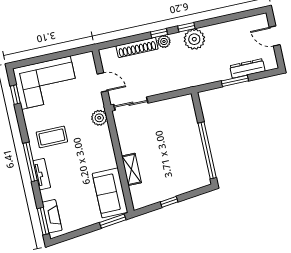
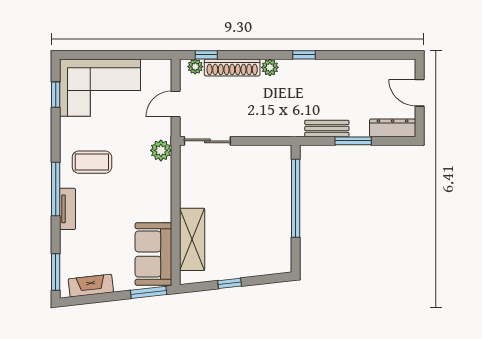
window: (159, 33) -> (206, 55), moved
plant: (194, 39) -> (195, 67), moved, width x0.53, depth x0.53
dresser: (247, 68) -> (393, 128), moved
bench: (214, 76) -> (327, 128), added
door: (102, 82) -> (176, 104), swing flipped
window: (207, 150) -> (296, 198), moved
shelving: (132, 169) -> (192, 239), width x1.50, depth x1.33
fireplace: (52, 216) -> (91, 286), moved, turned -96

